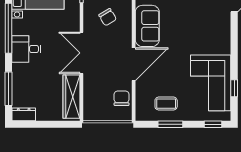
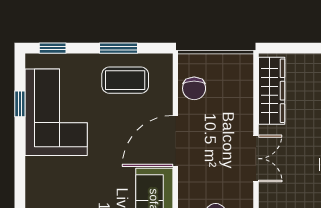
double door: (82, 53) -> (256, 159), width x0.73
coffee table: (166, 104) -> (125, 80), width x1.36, depth x1.30

